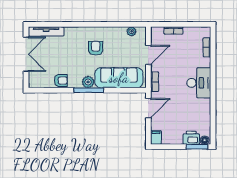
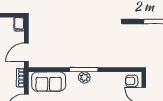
sofa: (119, 78) -> (49, 82), width x0.73
armchair: (61, 81) -> (132, 81), moved

